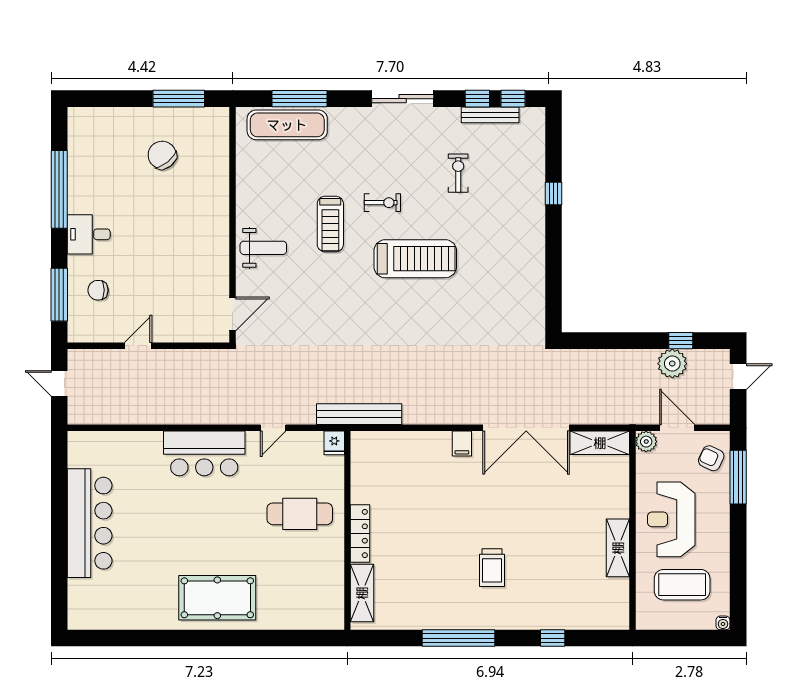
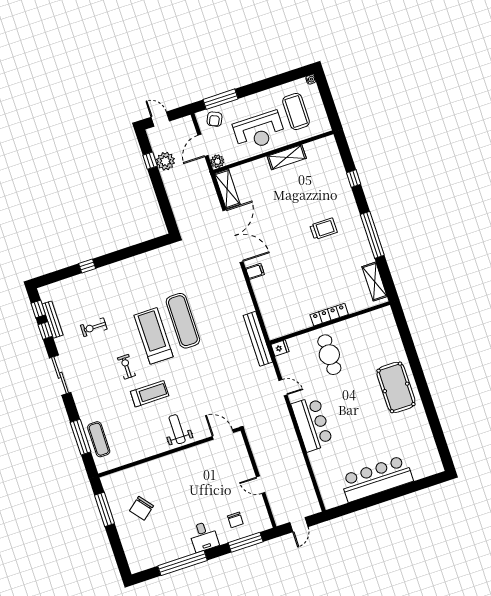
exercise mat: (287, 125) -> (99, 439), width x0.73, depth x0.69
exercise mat: (424, 310) -> (183, 321), added
shelving: (362, 593) -> (375, 282), moved, turned 90

